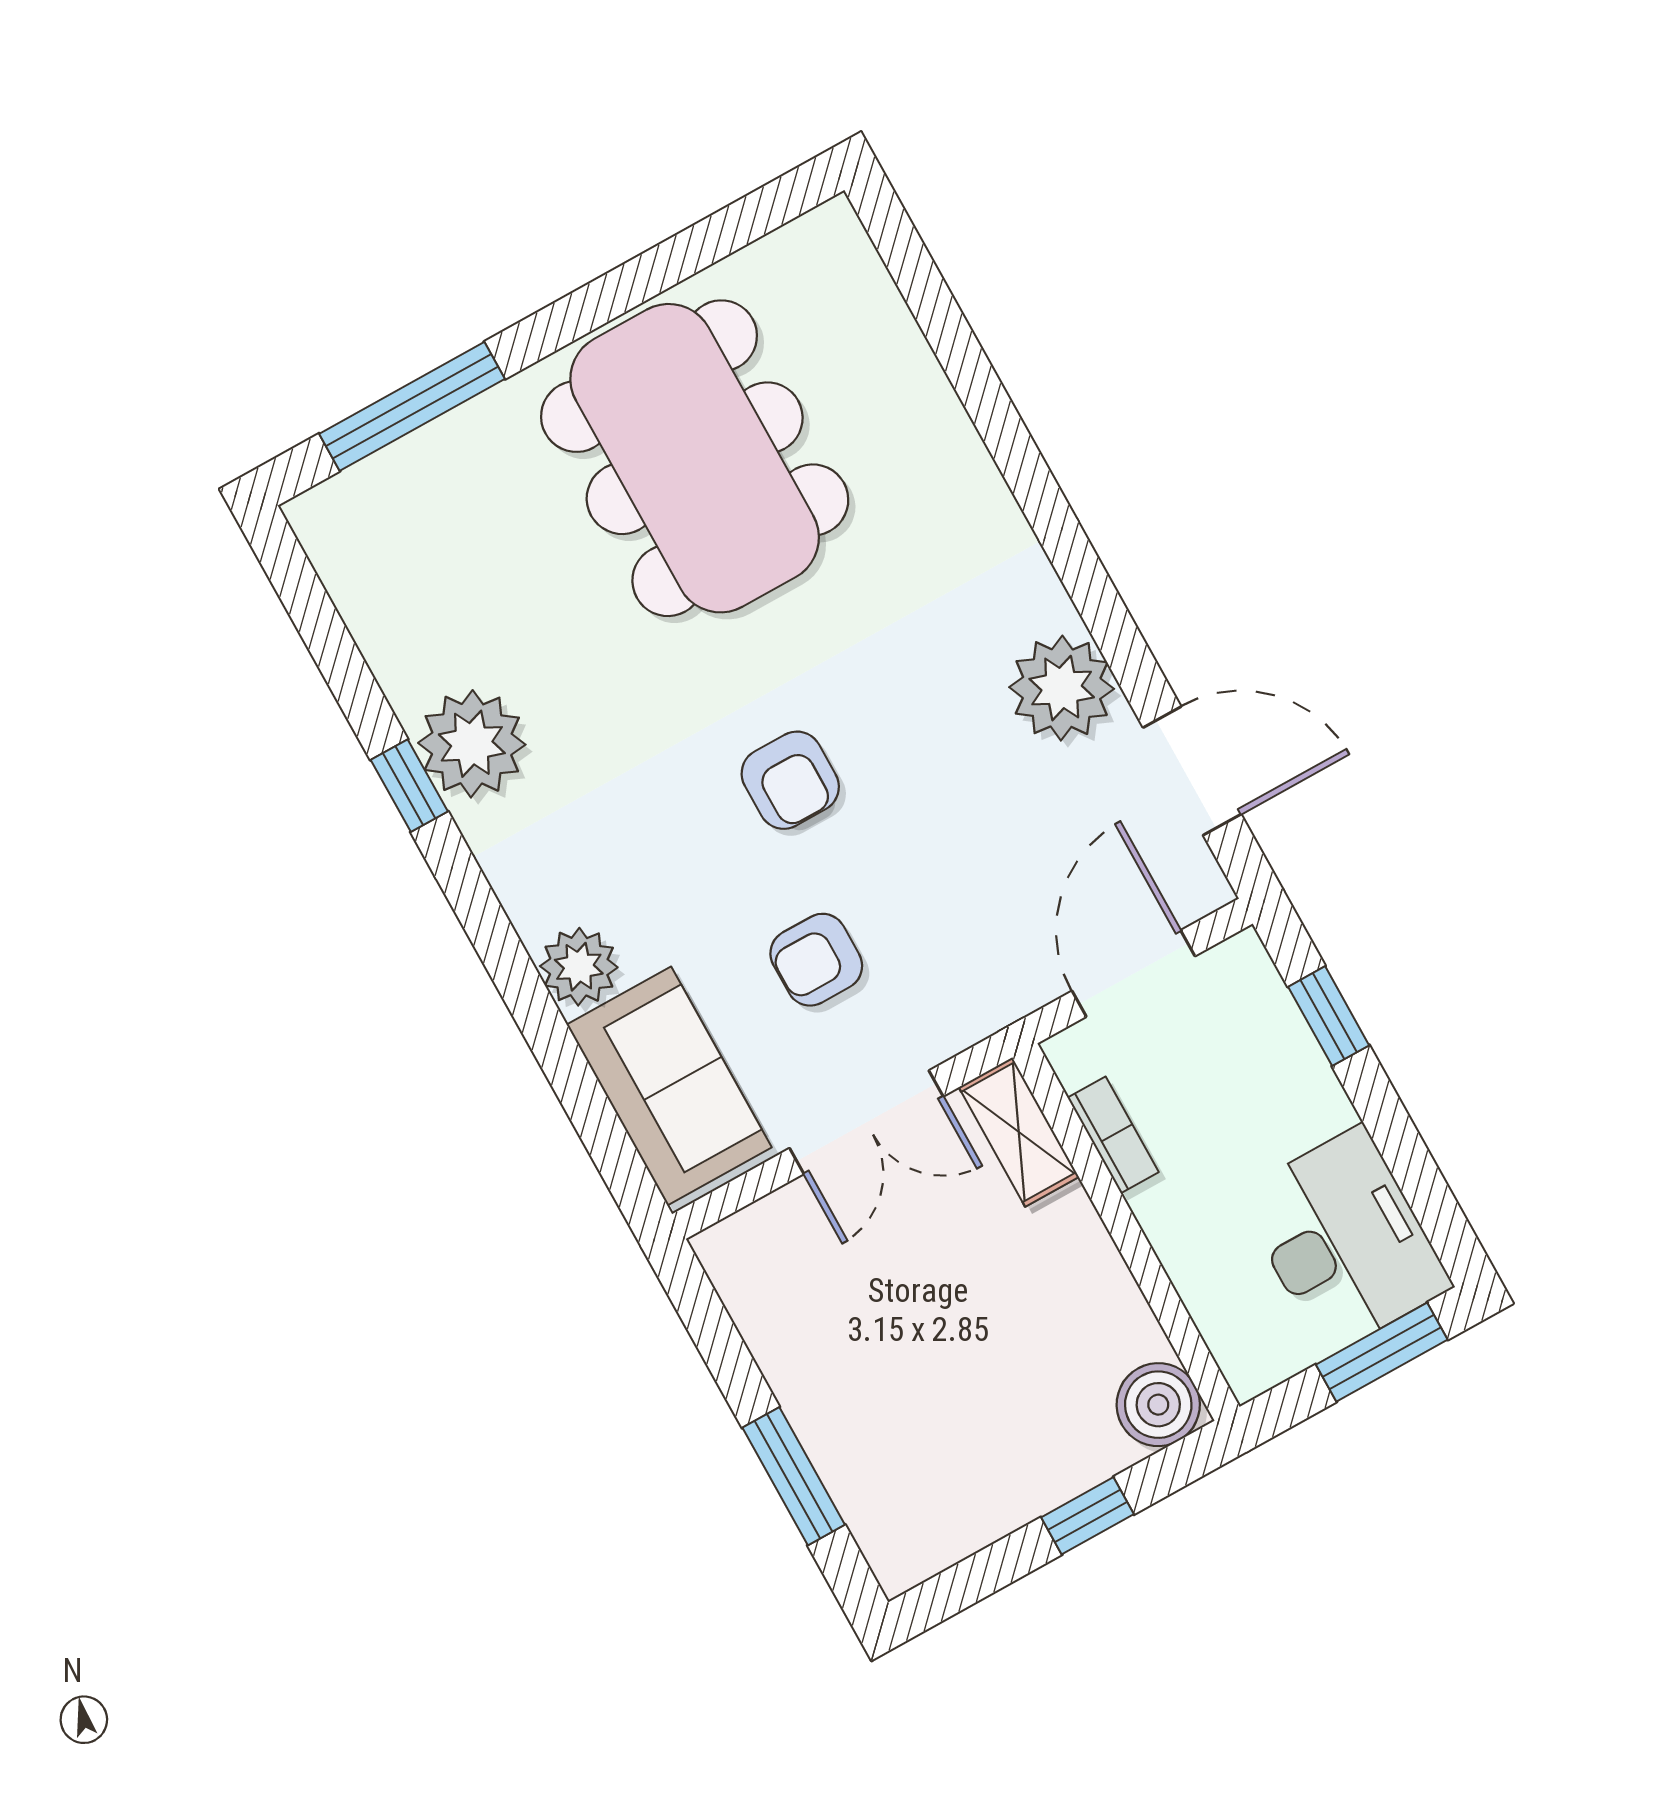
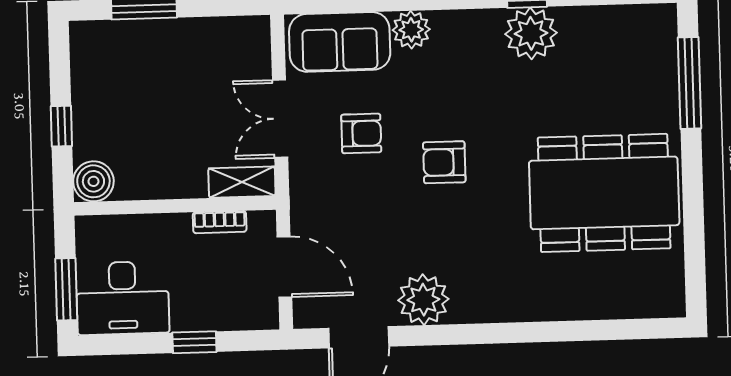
armchair: (816, 960) -> (361, 133), turned 90
window: (1329, 1016) -> (194, 342), moved

